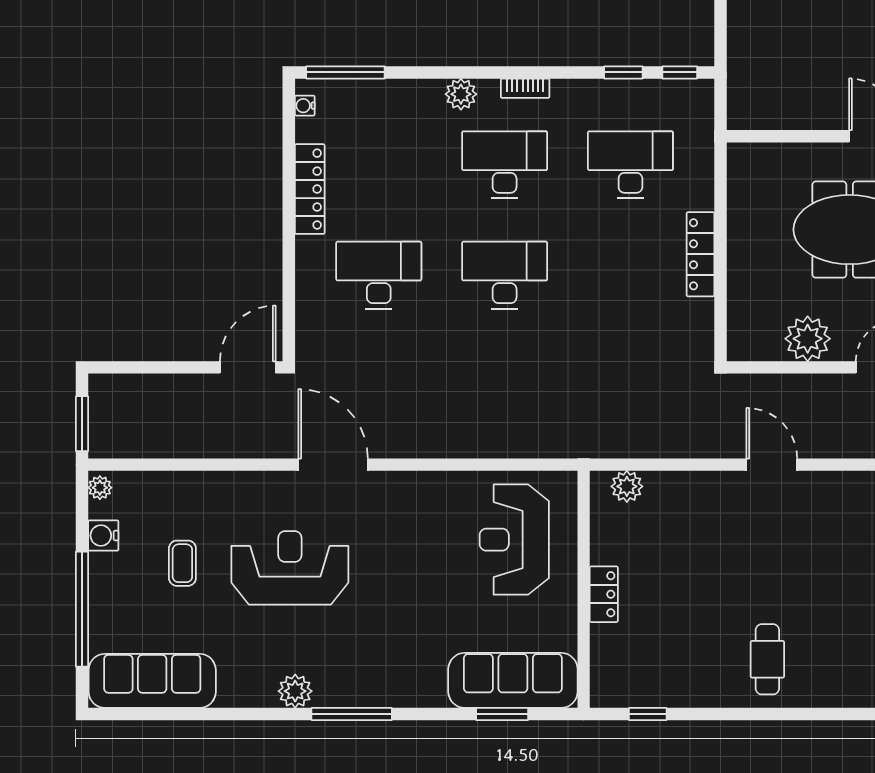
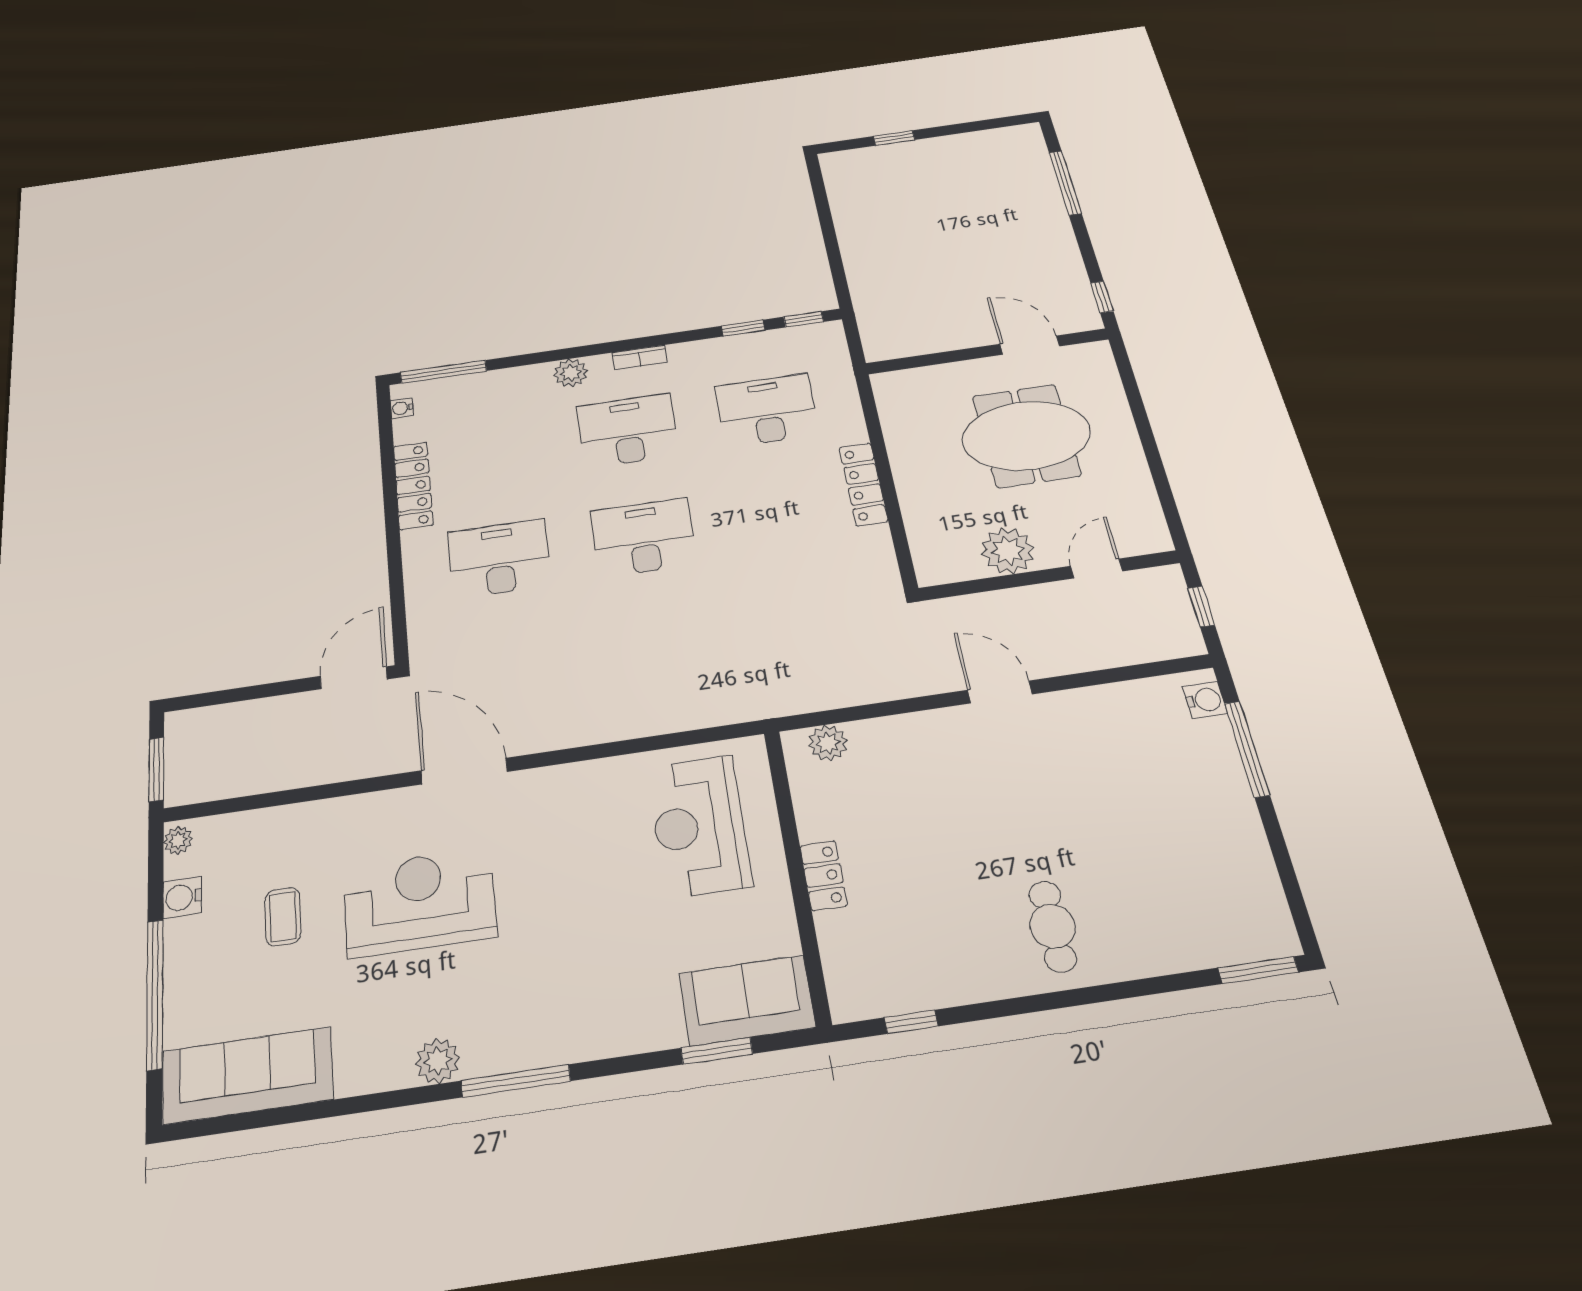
sofa: (513, 680) -> (747, 1000), width x0.73

